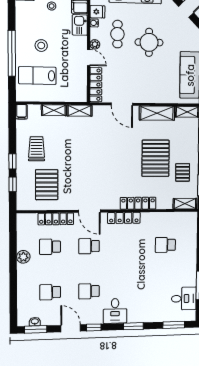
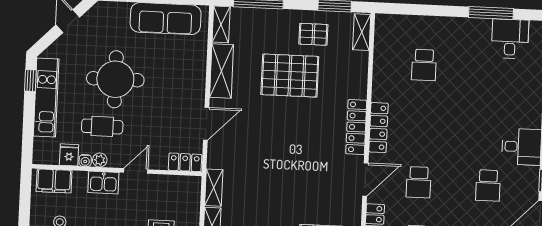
kitchen sink: (80, 25) -> (103, 183), moved
round table: (149, 42) -> (115, 79), width x1.36, depth x1.36
plant: (95, 44) -> (100, 160), moved
locker: (96, 85) -> (185, 162), width x0.66
locker: (138, 203) -> (356, 127), moved

